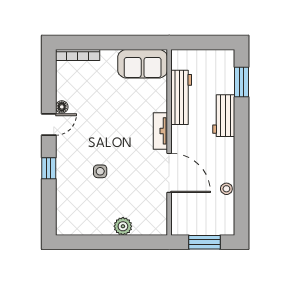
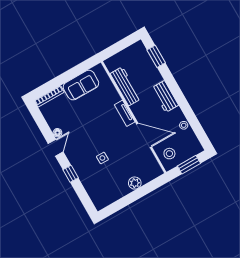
sofa: (143, 64) -> (81, 85), moved
workbench: (224, 116) -> (165, 96), moved
stool: (188, 214) -> (169, 154), added

